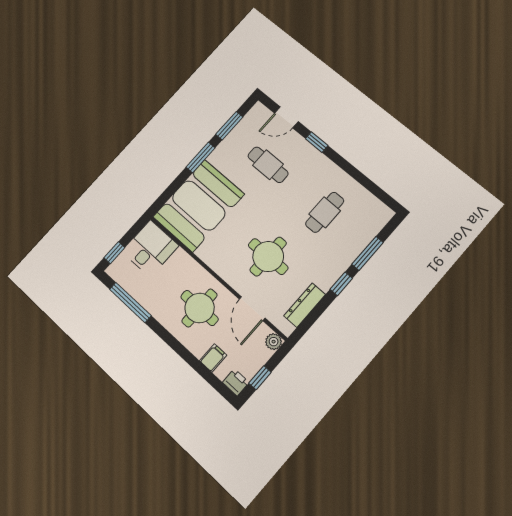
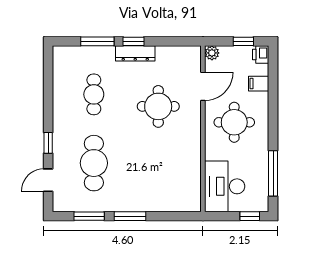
door: (286, 117) -> (48, 180), swing flipped
cafe table: (268, 165) -> (94, 163), width x1.37, depth x1.35
booth: (199, 205) -> (165, 186), removed
cafe table: (325, 212) -> (94, 94), turned 90
desk: (150, 249) -> (225, 186), width x1.37
dresser: (305, 305) -> (135, 53), moved

